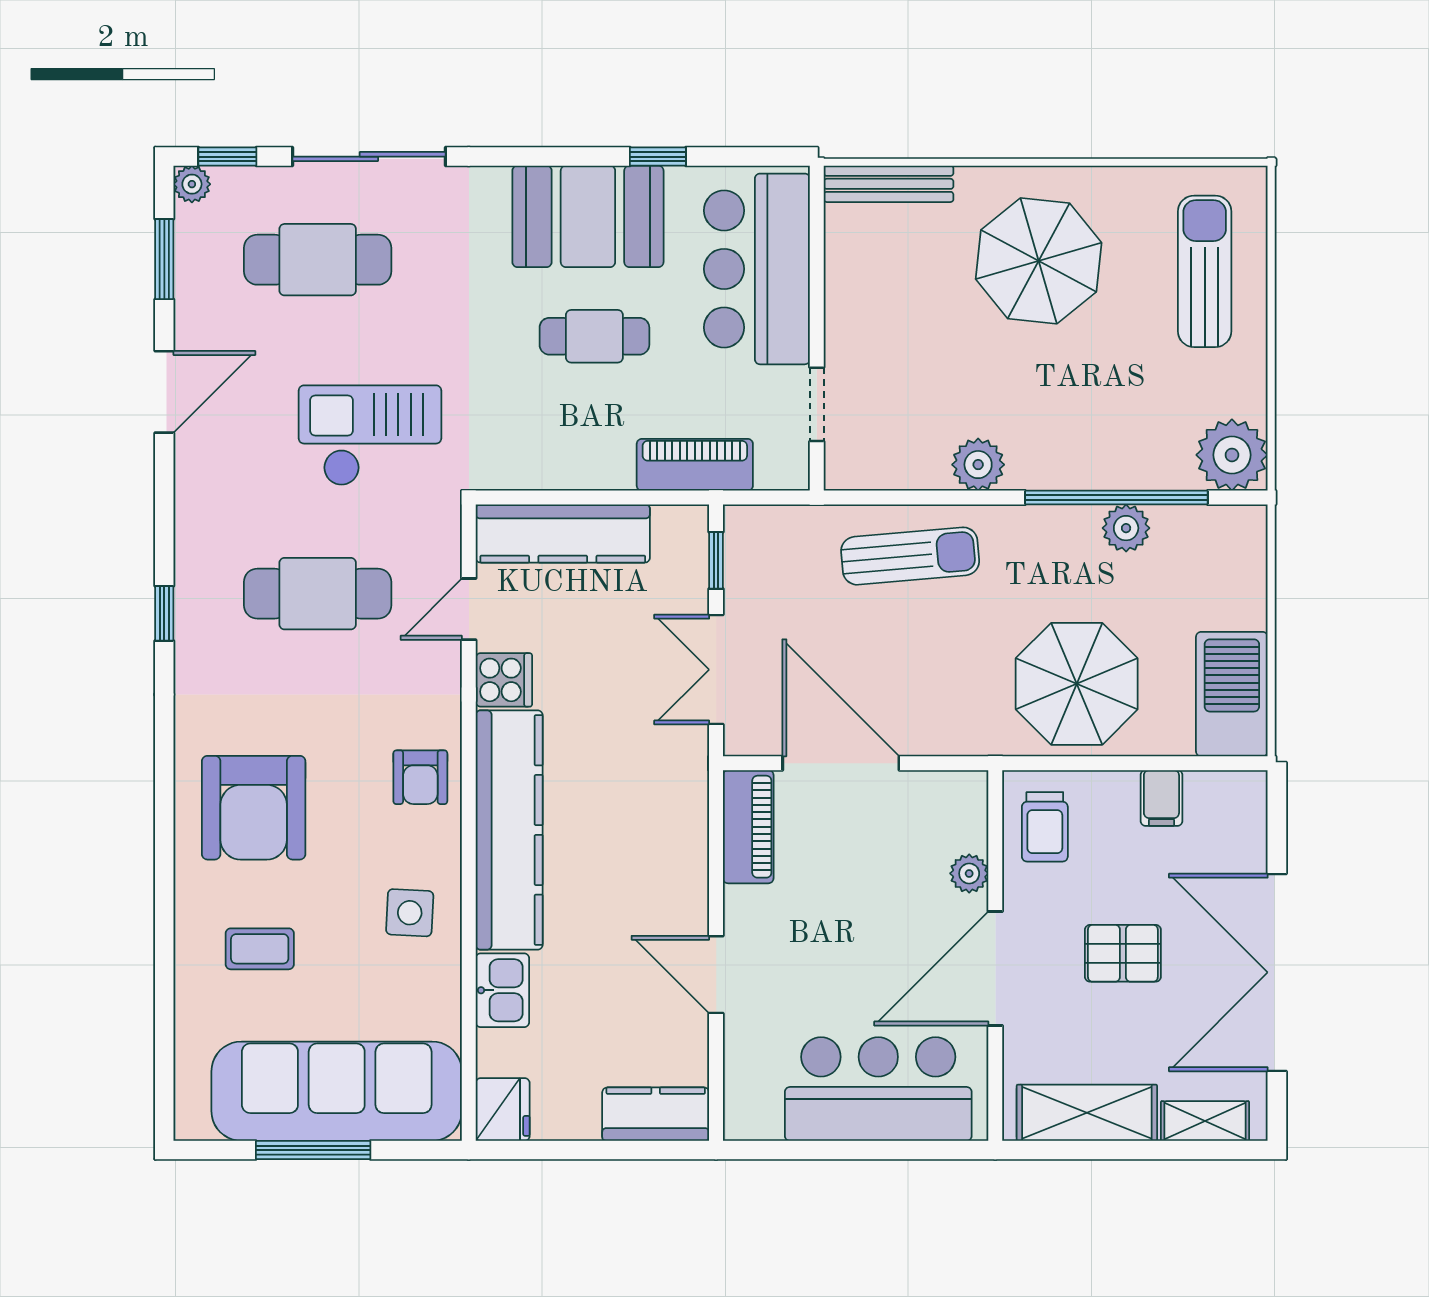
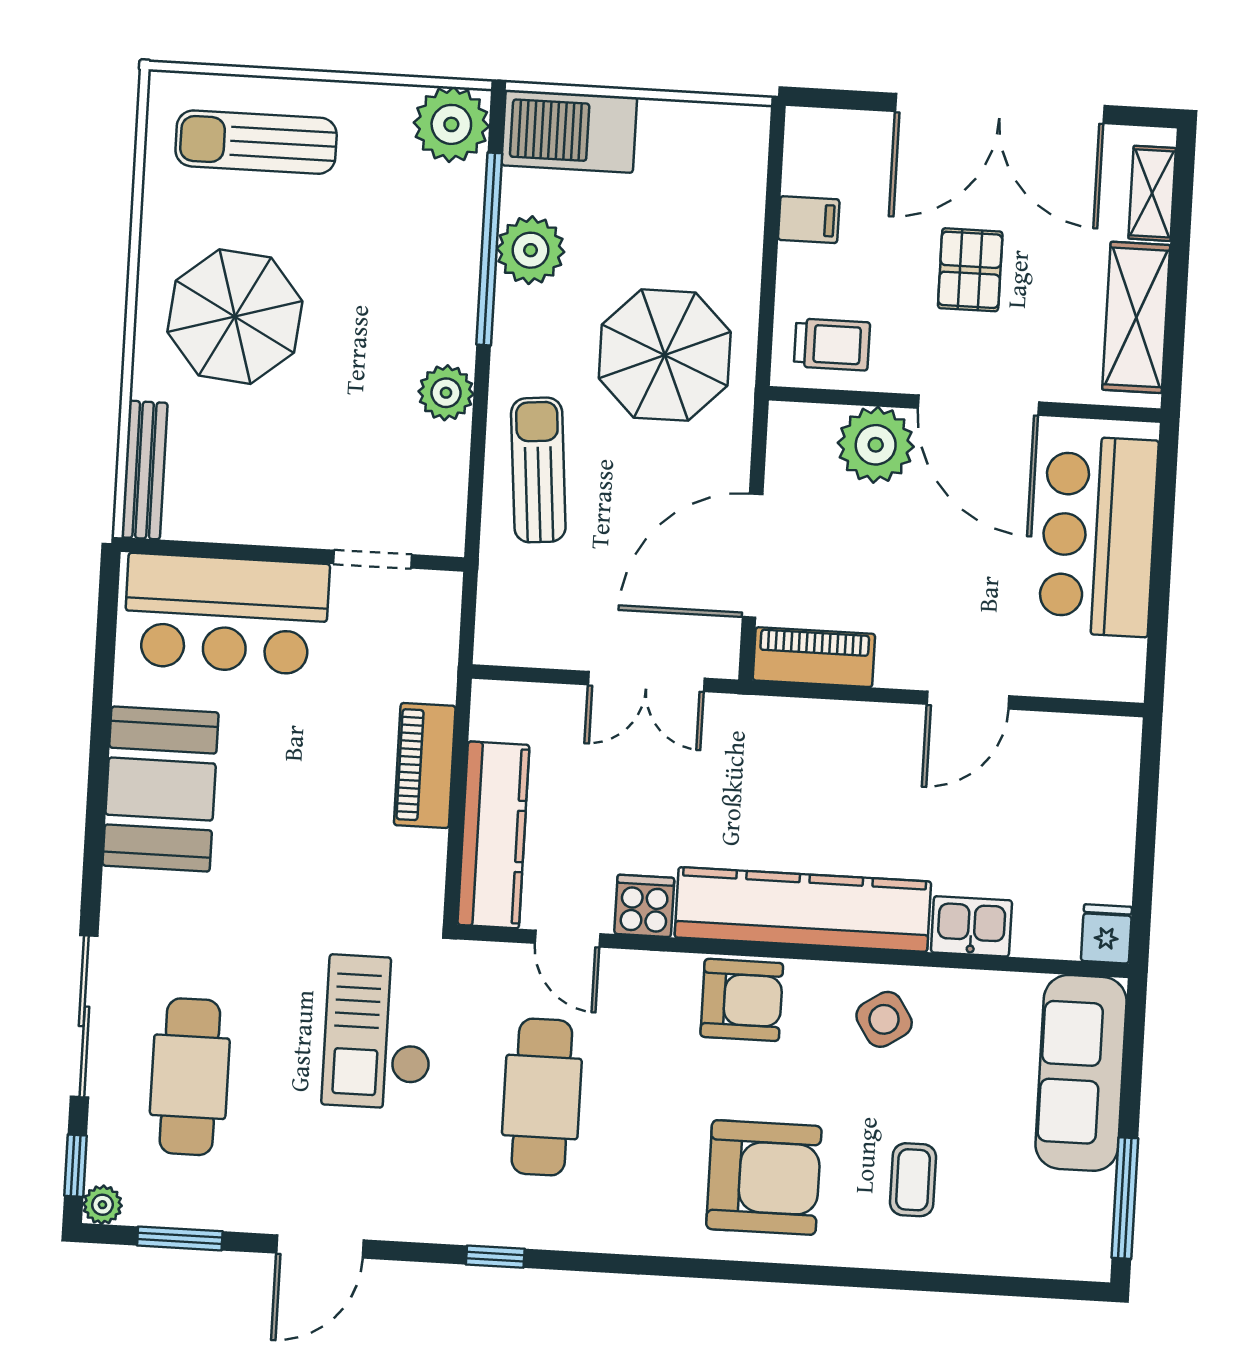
window: (658, 157) -> (102, 712), removed
cafe table: (594, 336) -> (287, 790), removed
door: (164, 392) -> (320, 1246), swing flipped
piano: (695, 465) -> (425, 766), moved
plant: (1126, 528) -> (531, 250), width x1.36, depth x1.36
window: (716, 560) -> (531, 675), removed
window: (164, 613) -> (495, 1257), moved
parasol: (1077, 684) -> (665, 355), moved
barbecue: (1232, 694) -> (569, 131), moved
armchair: (420, 777) -> (742, 1000), width x1.38, depth x1.38
plant: (969, 873) -> (876, 445), width x1.88, depth x1.88
side table: (410, 913) -> (884, 1019), turned -36
sofa: (337, 1091) -> (1081, 1073), width x0.74, depth x0.79
fridge: (503, 1110) -> (1106, 934), width x0.72
kitchen counter: (656, 1114) -> (1111, 772), removed
window: (313, 1150) -> (1125, 1198), moved

